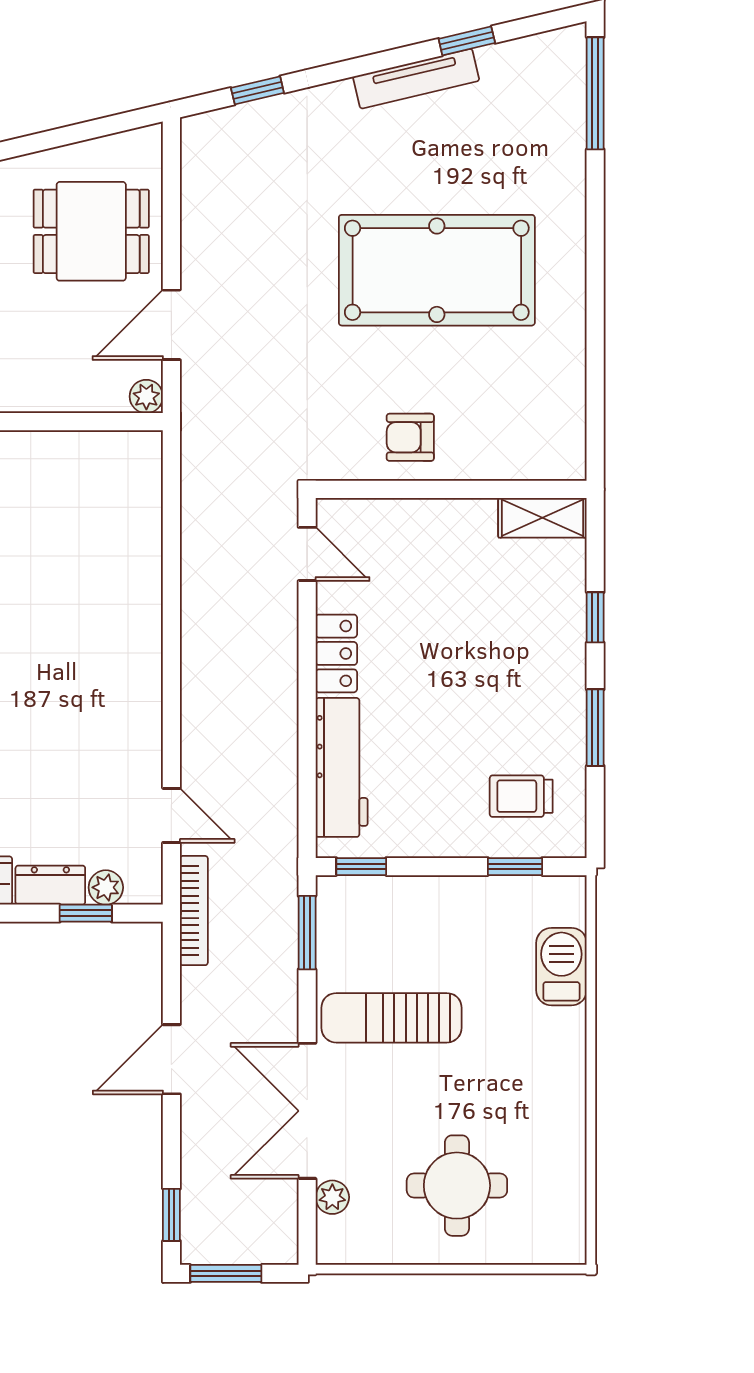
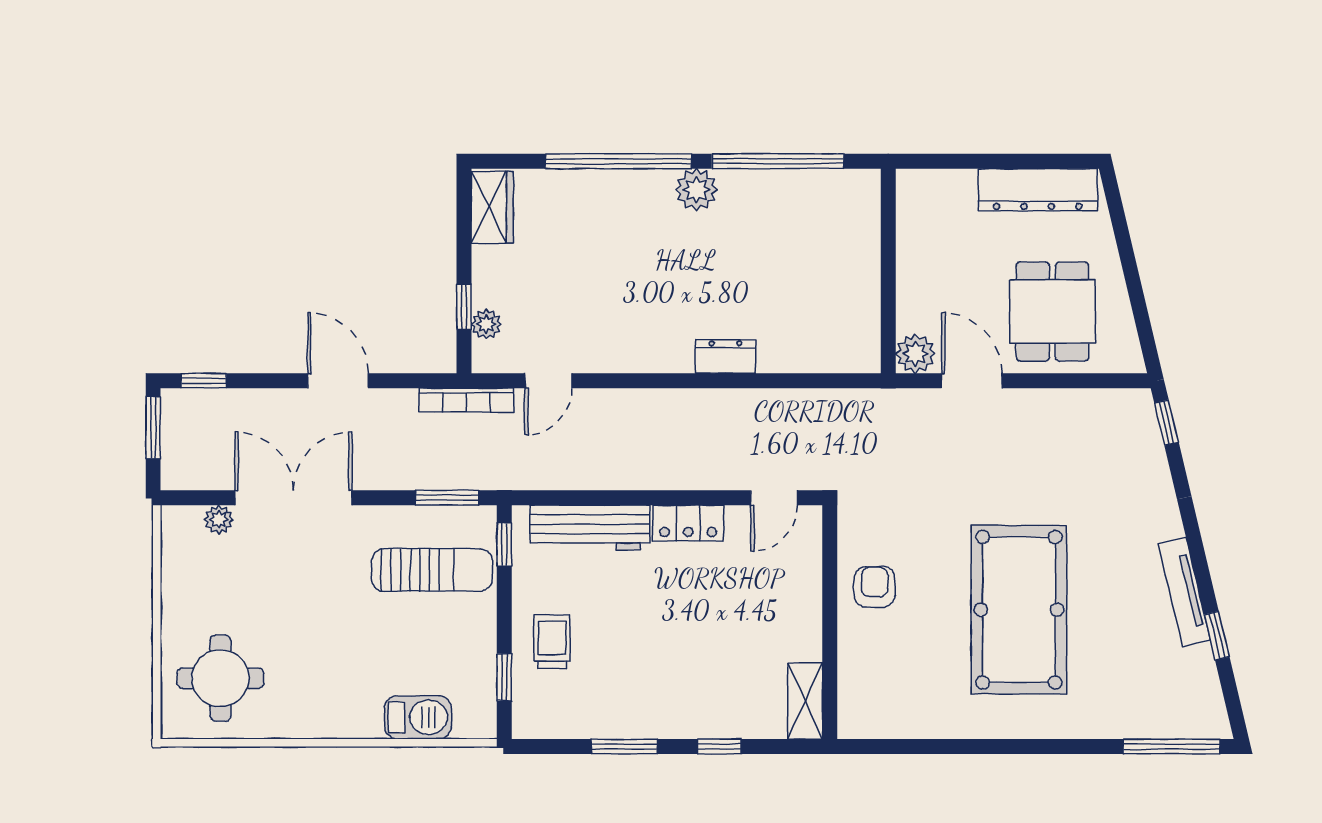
window: (257, 90) -> (1166, 423), moved
plant: (146, 396) -> (915, 354), width x1.38, depth x1.38
trolley: (521, 796) -> (552, 642), moved
dresser: (50, 885) -> (726, 356), moved, turned -90
sun lounger: (392, 1018) -> (432, 570), moved, turned 90
round table: (457, 1186) -> (221, 678), moved

